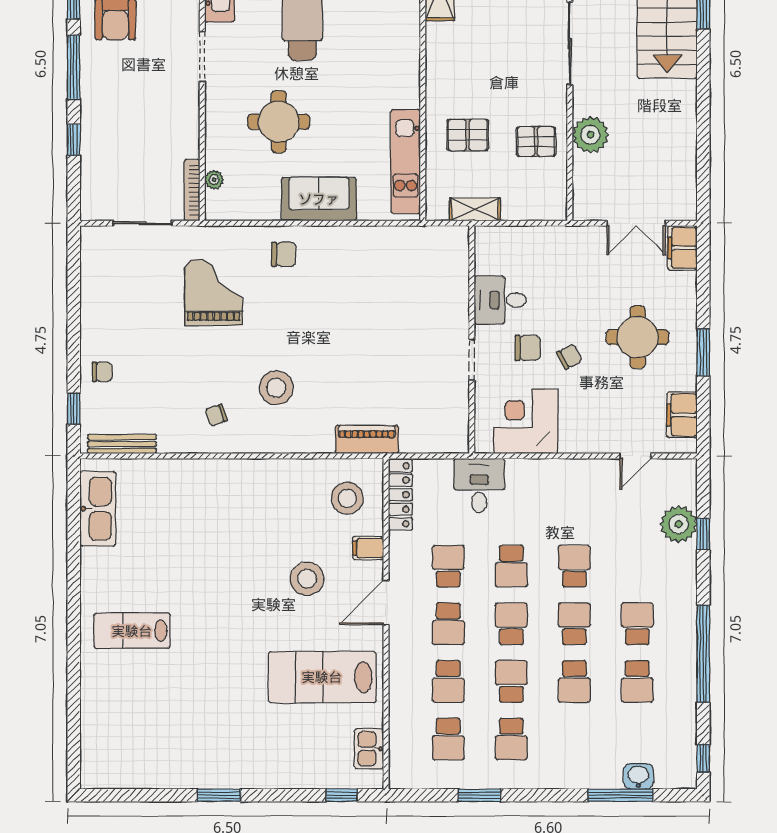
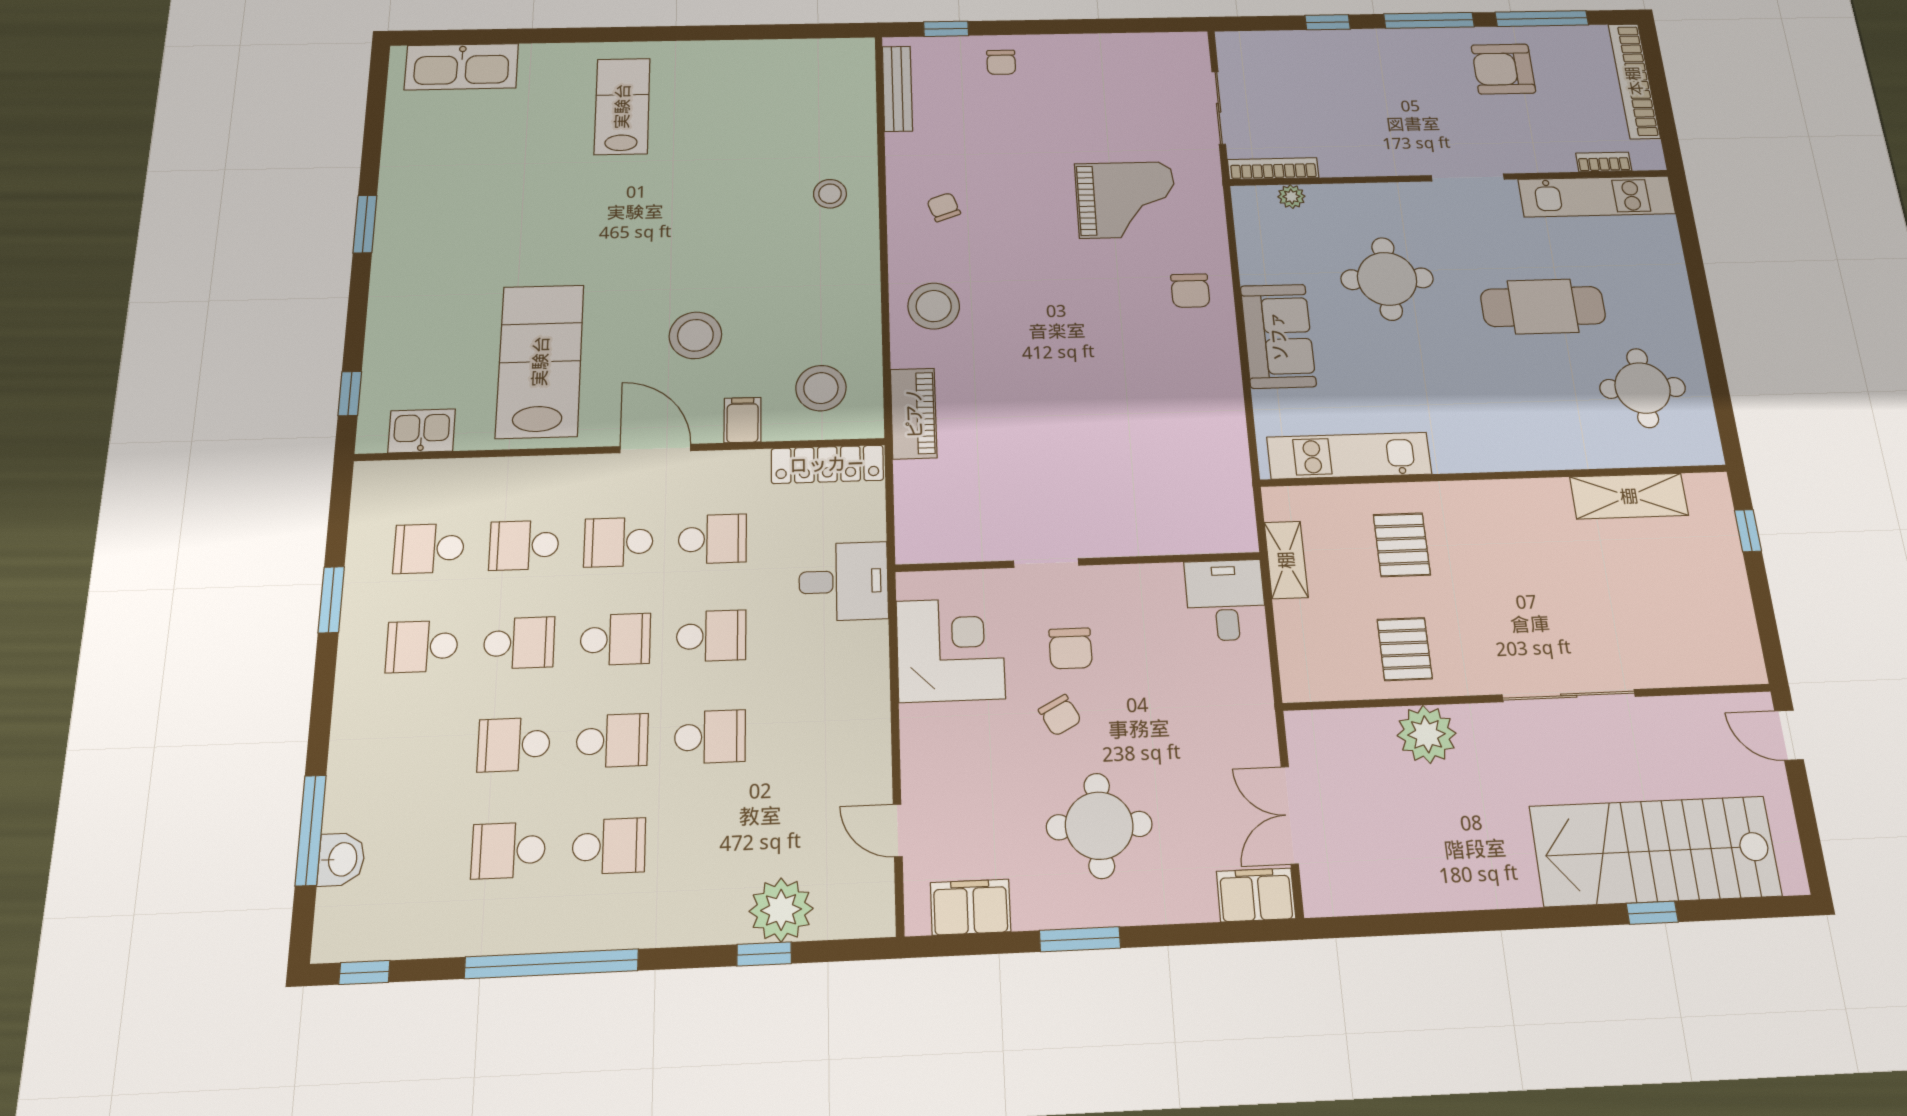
desk: (500, 300) -> (1226, 600), moved
stool: (276, 388) -> (934, 306), moved
stool: (204, 491) -> (830, 194), added
kitchen sink: (98, 509) -> (462, 67), moved
school desk: (511, 566) -> (711, 636), turned 180

